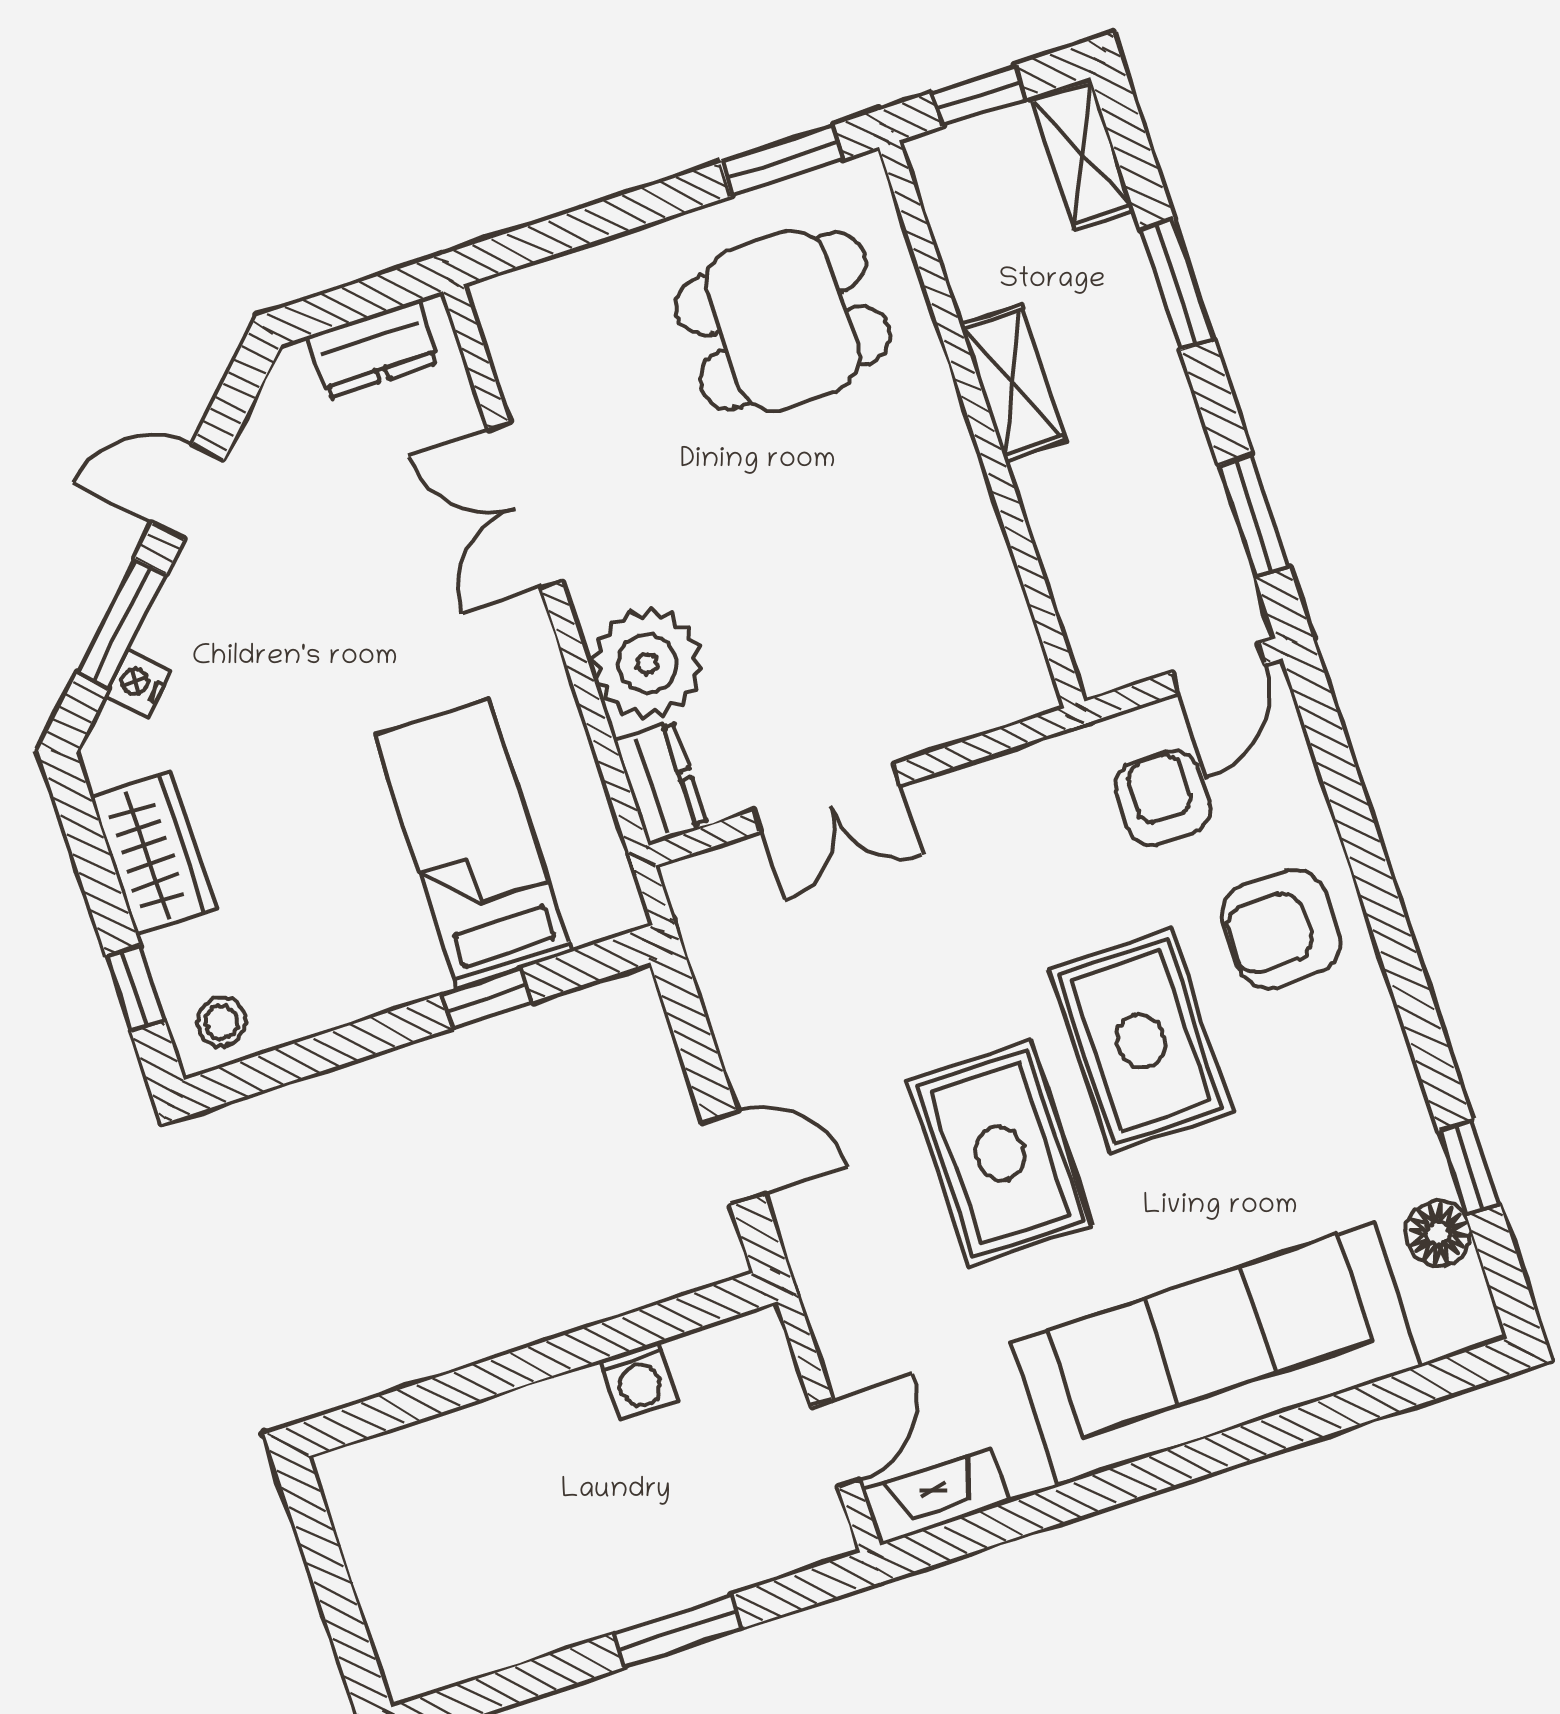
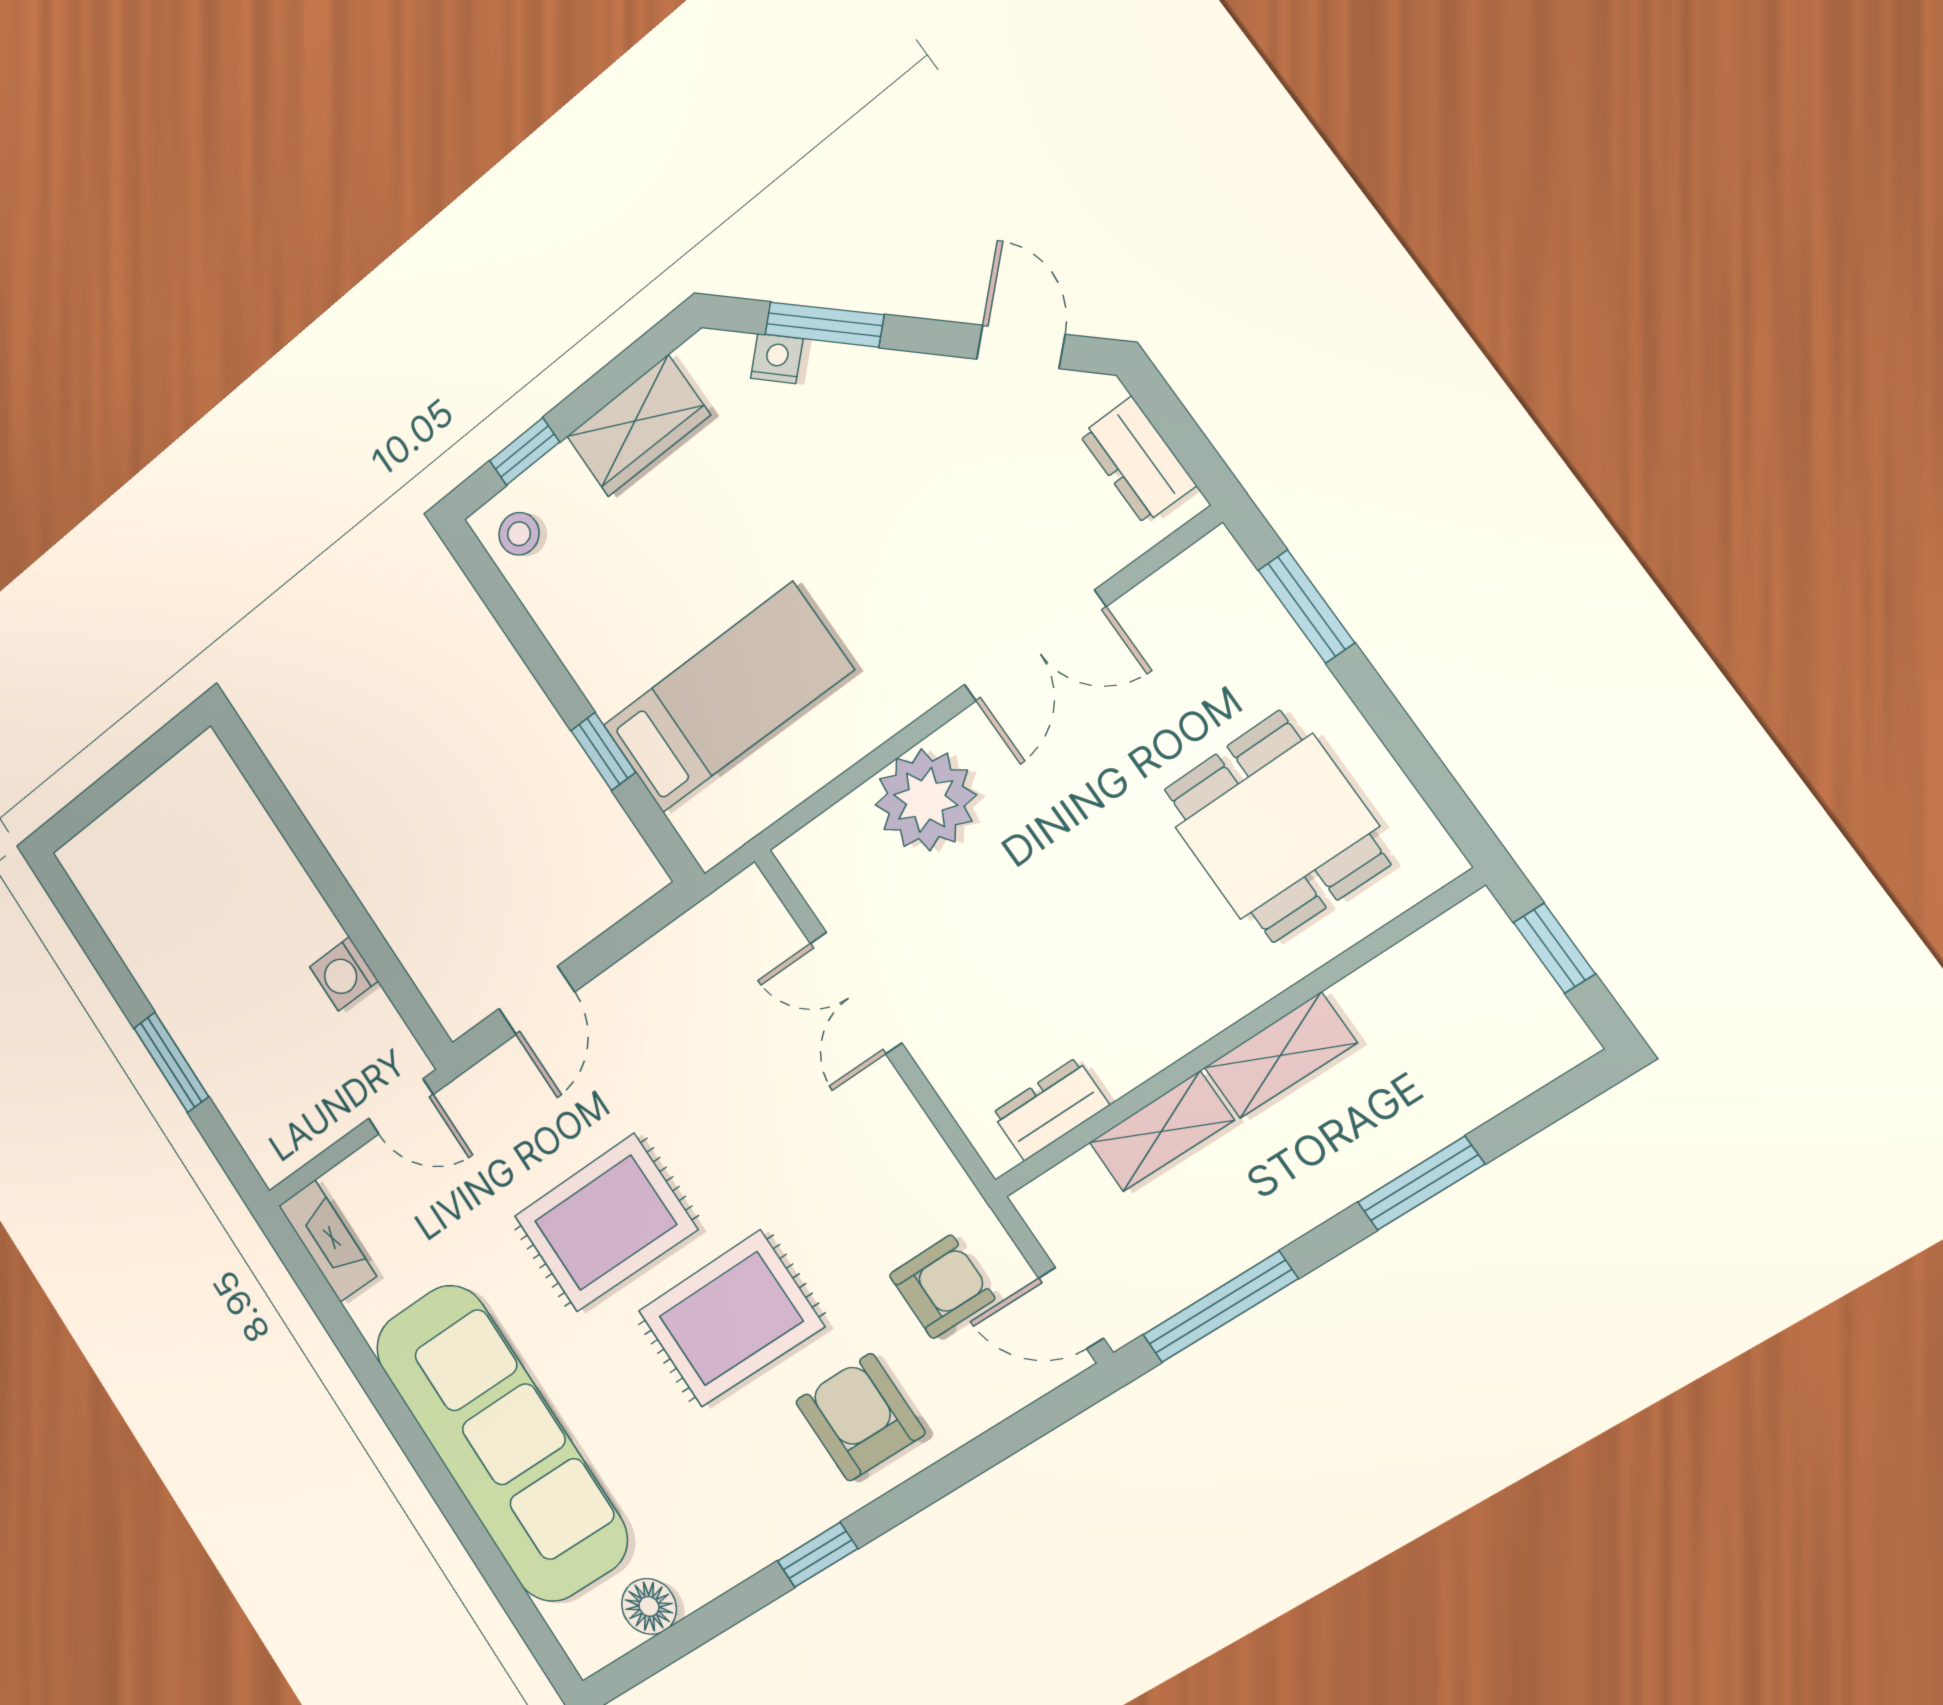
shelving: (1082, 154) -> (1161, 1131), moved
window: (782, 161) -> (1306, 606), moved
door: (188, 491) -> (1021, 347), moved
double door: (525, 505) -> (1035, 646), swing flipped
window: (1254, 516) -> (1220, 1307), width x1.44
dresser: (661, 782) -> (1050, 1109), moved, turned 180
window: (1469, 1167) -> (817, 1555), moved
door: (835, 1443) -> (401, 1106), moved

